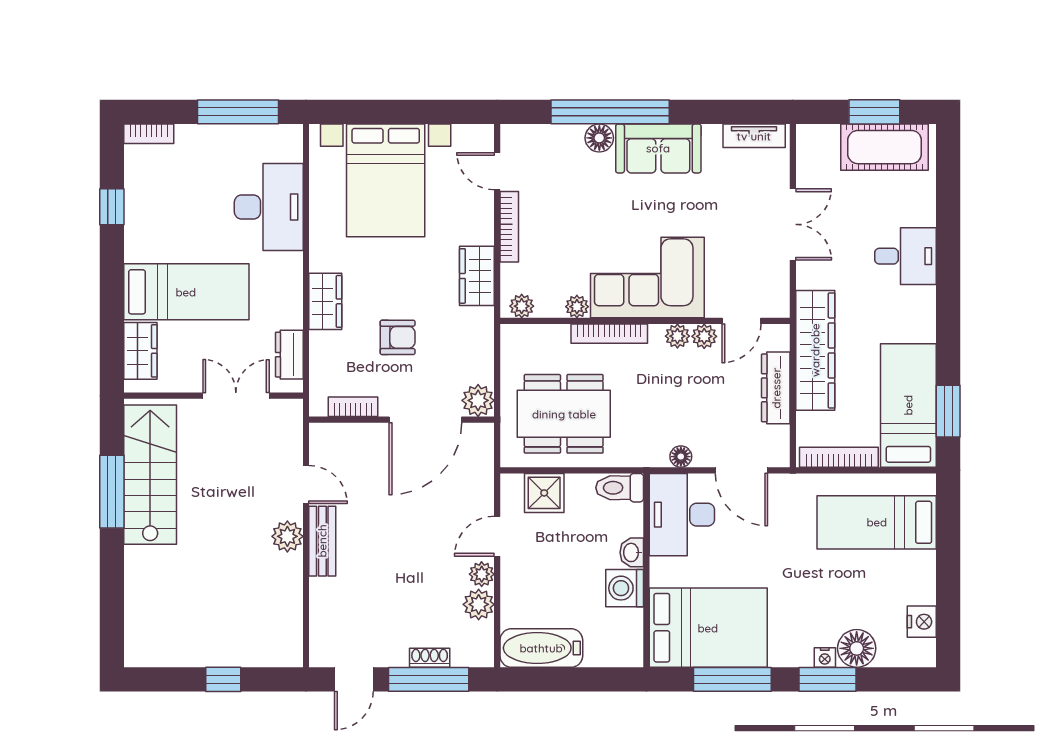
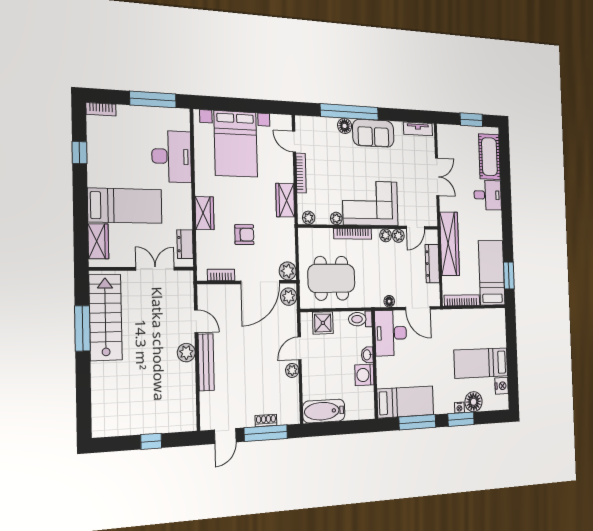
cot: (885, 147) -> (489, 157), moved, turned 90
bed: (877, 522) -> (481, 363), moved
bench: (322, 541) -> (206, 362), width x1.36
plant: (479, 604) -> (289, 297), moved
bed: (708, 628) -> (405, 402), width x0.67

